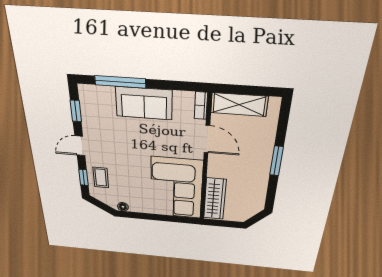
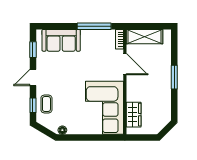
window: (120, 82) -> (94, 26), moved
sofa: (144, 103) -> (61, 40), moved
wardrobe: (215, 199) -> (134, 115), width x0.67

